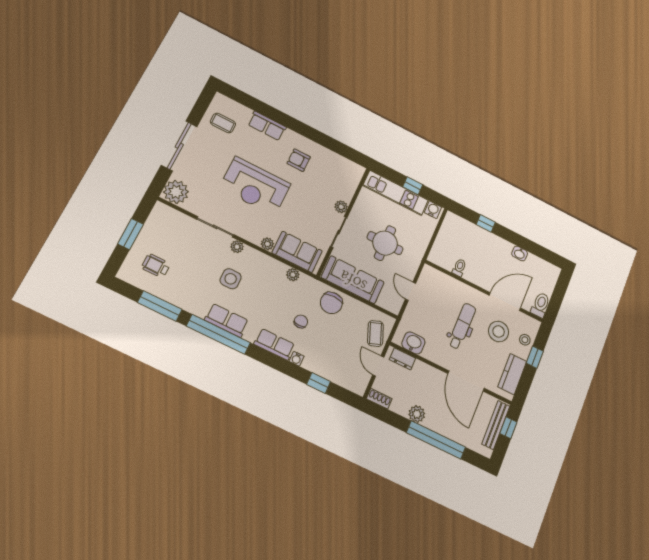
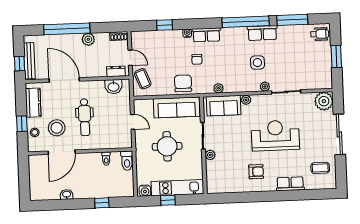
wheelchair: (156, 266) -> (320, 34), moved
toilet: (540, 305) -> (127, 161), moved
row of seats: (227, 320) -> (262, 33), moved

